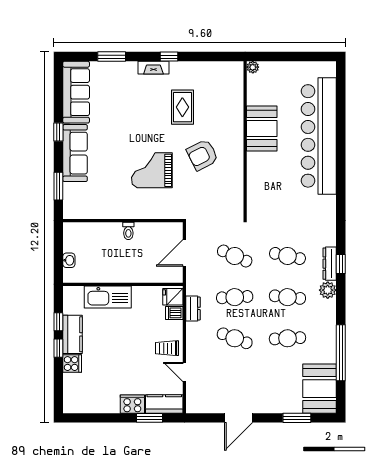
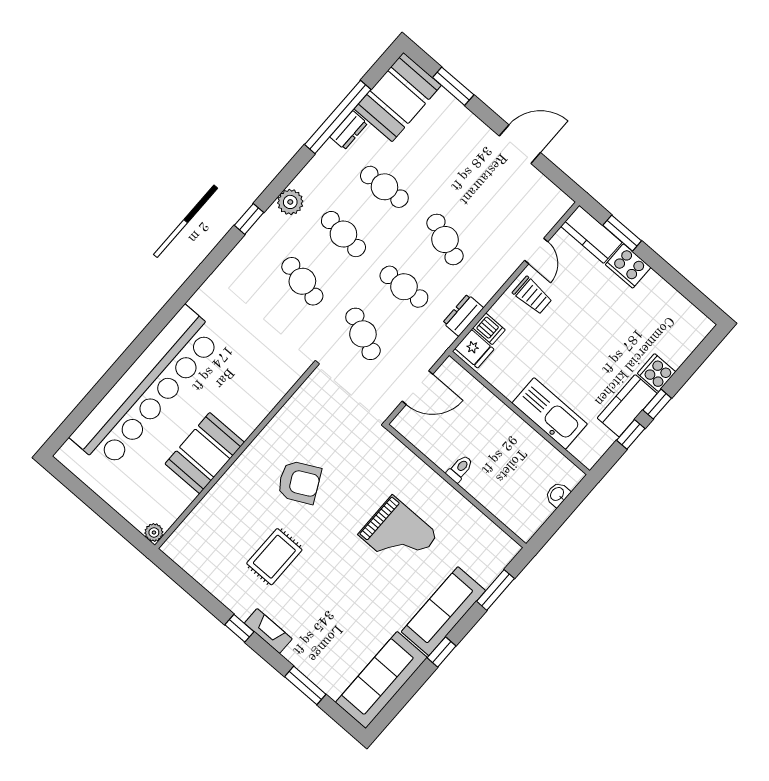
grand piano: (152, 170) -> (398, 535), moved
dresser: (330, 264) -> (349, 130), moved, width x0.70

